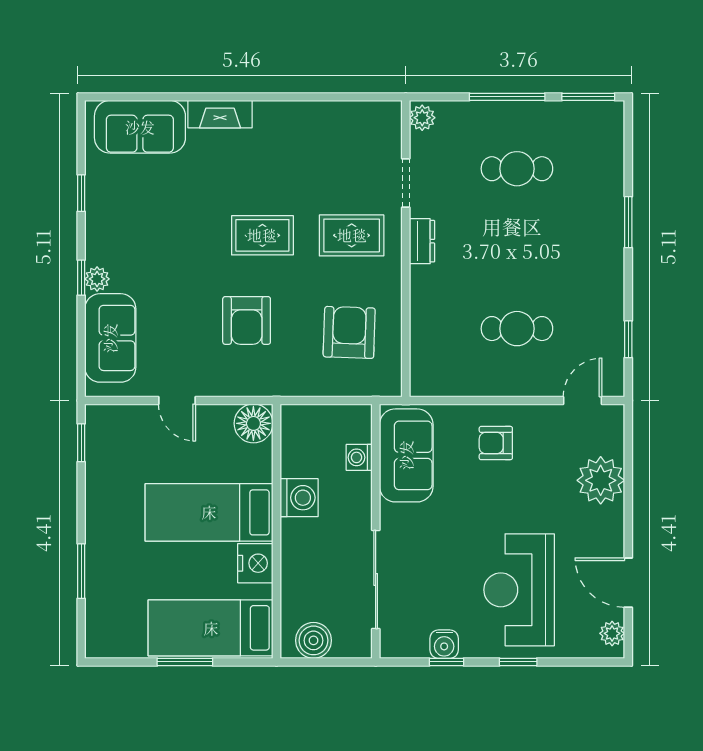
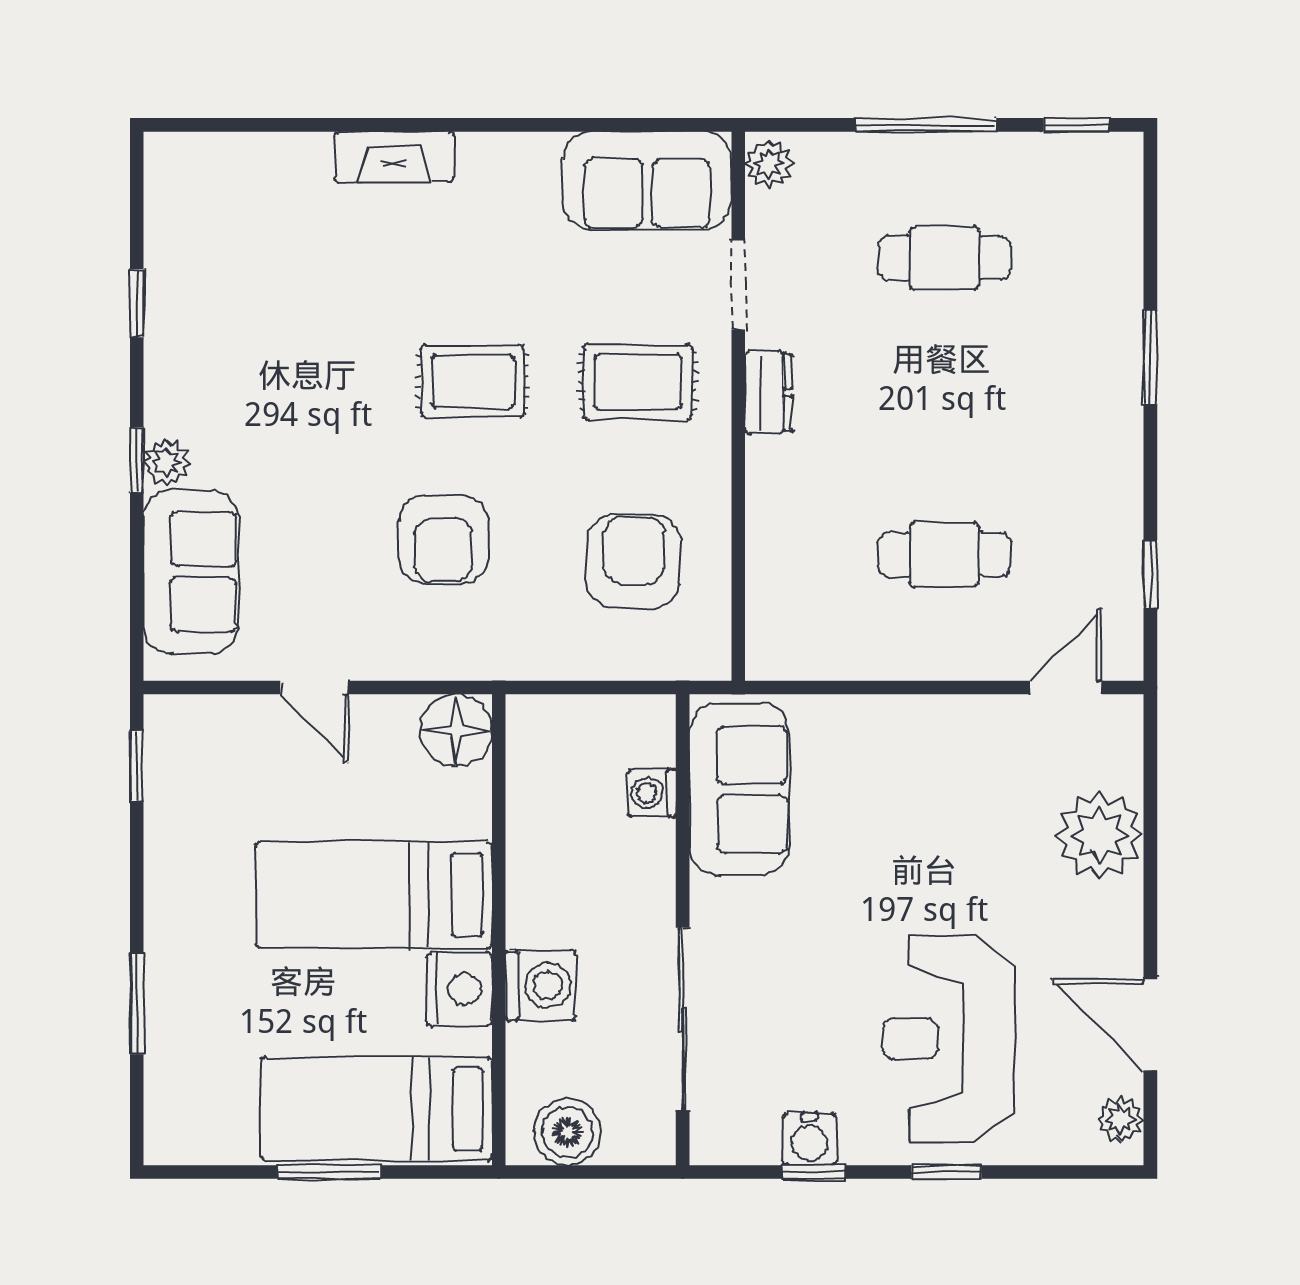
window: (588, 97) -> (1076, 125), width x0.67
sofa: (140, 127) -> (647, 180), moved
armchair: (496, 443) -> (905, 766), removed
washing machine: (299, 498) -> (541, 985), moved

